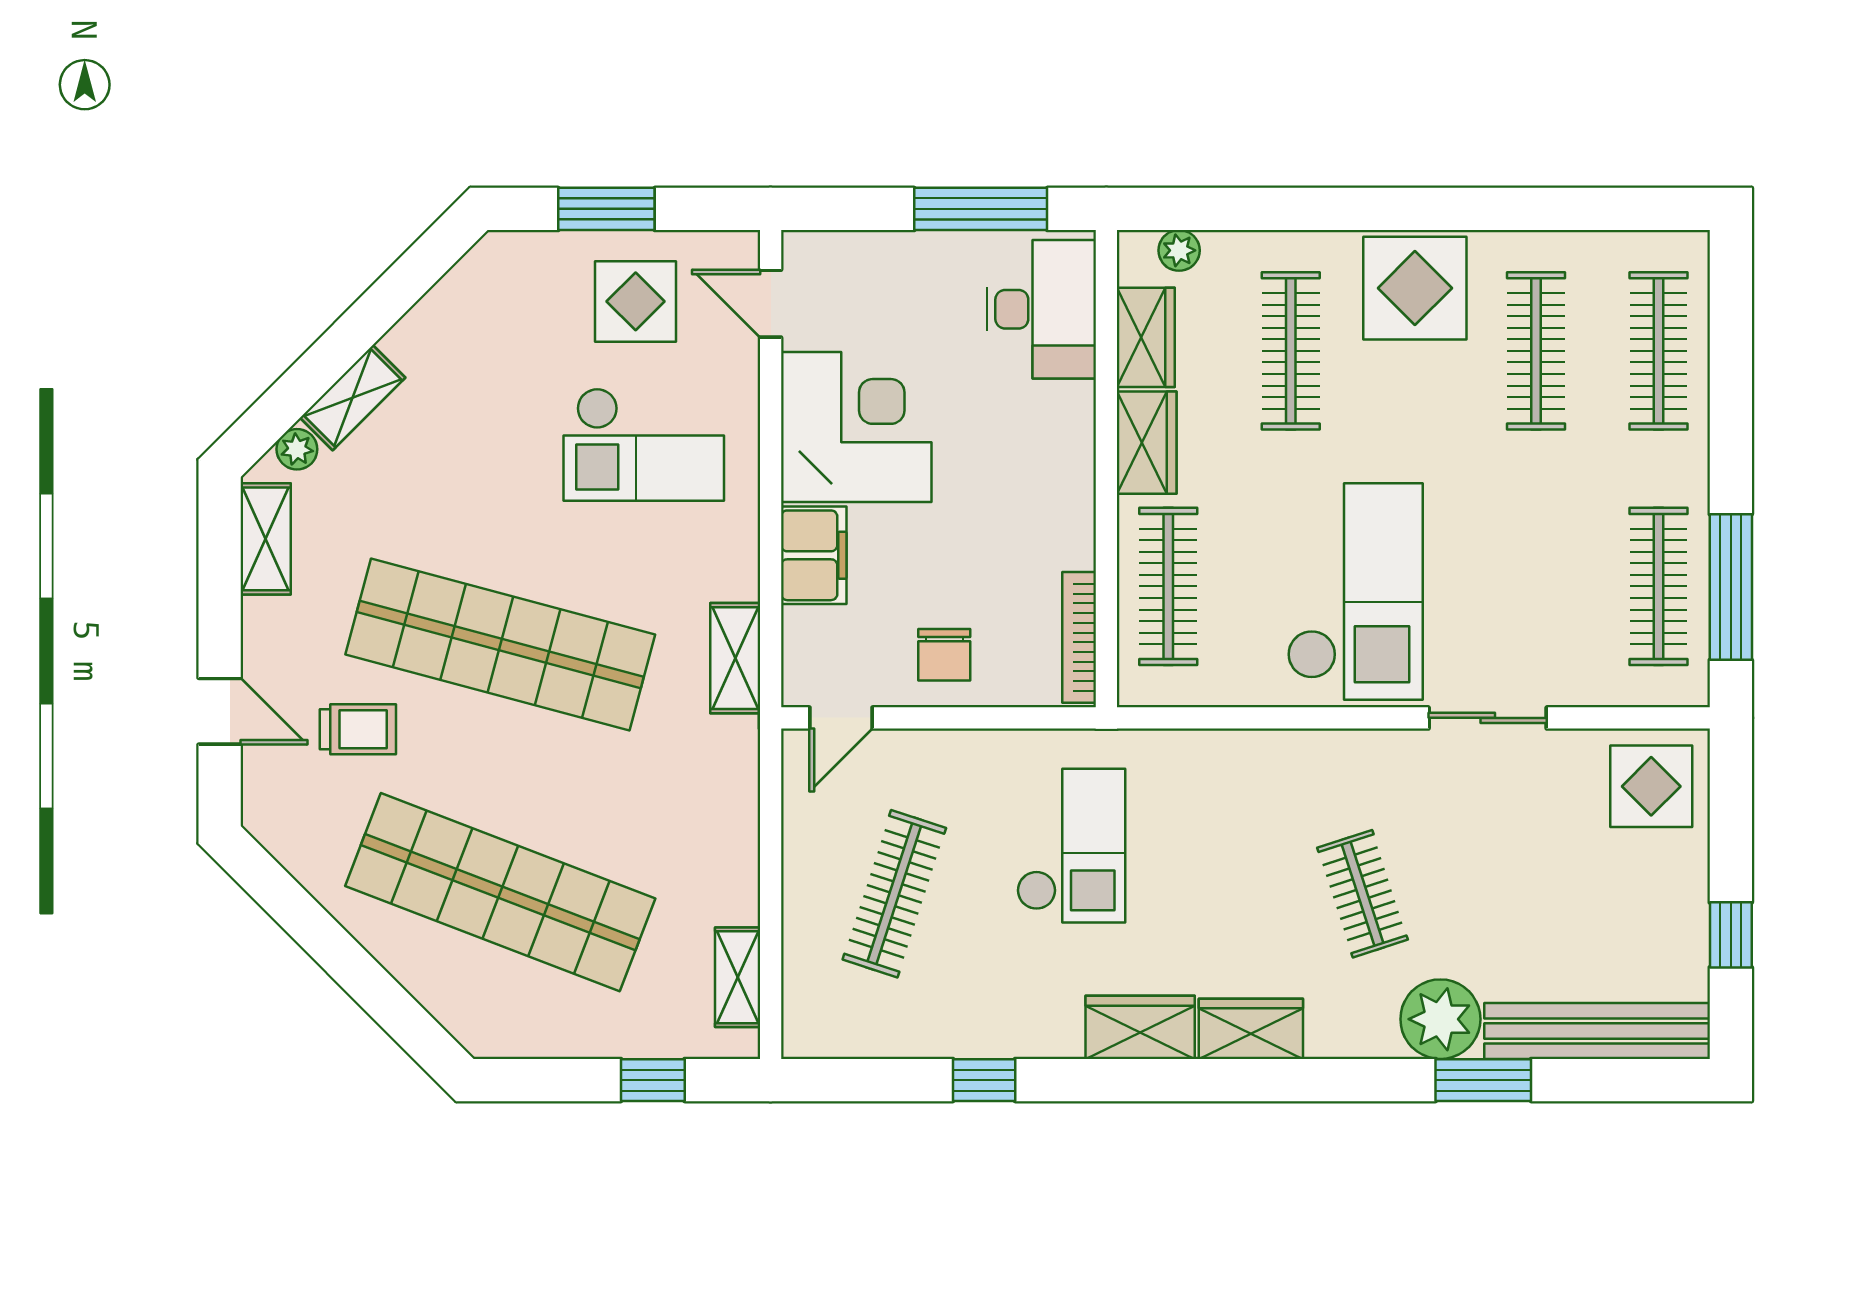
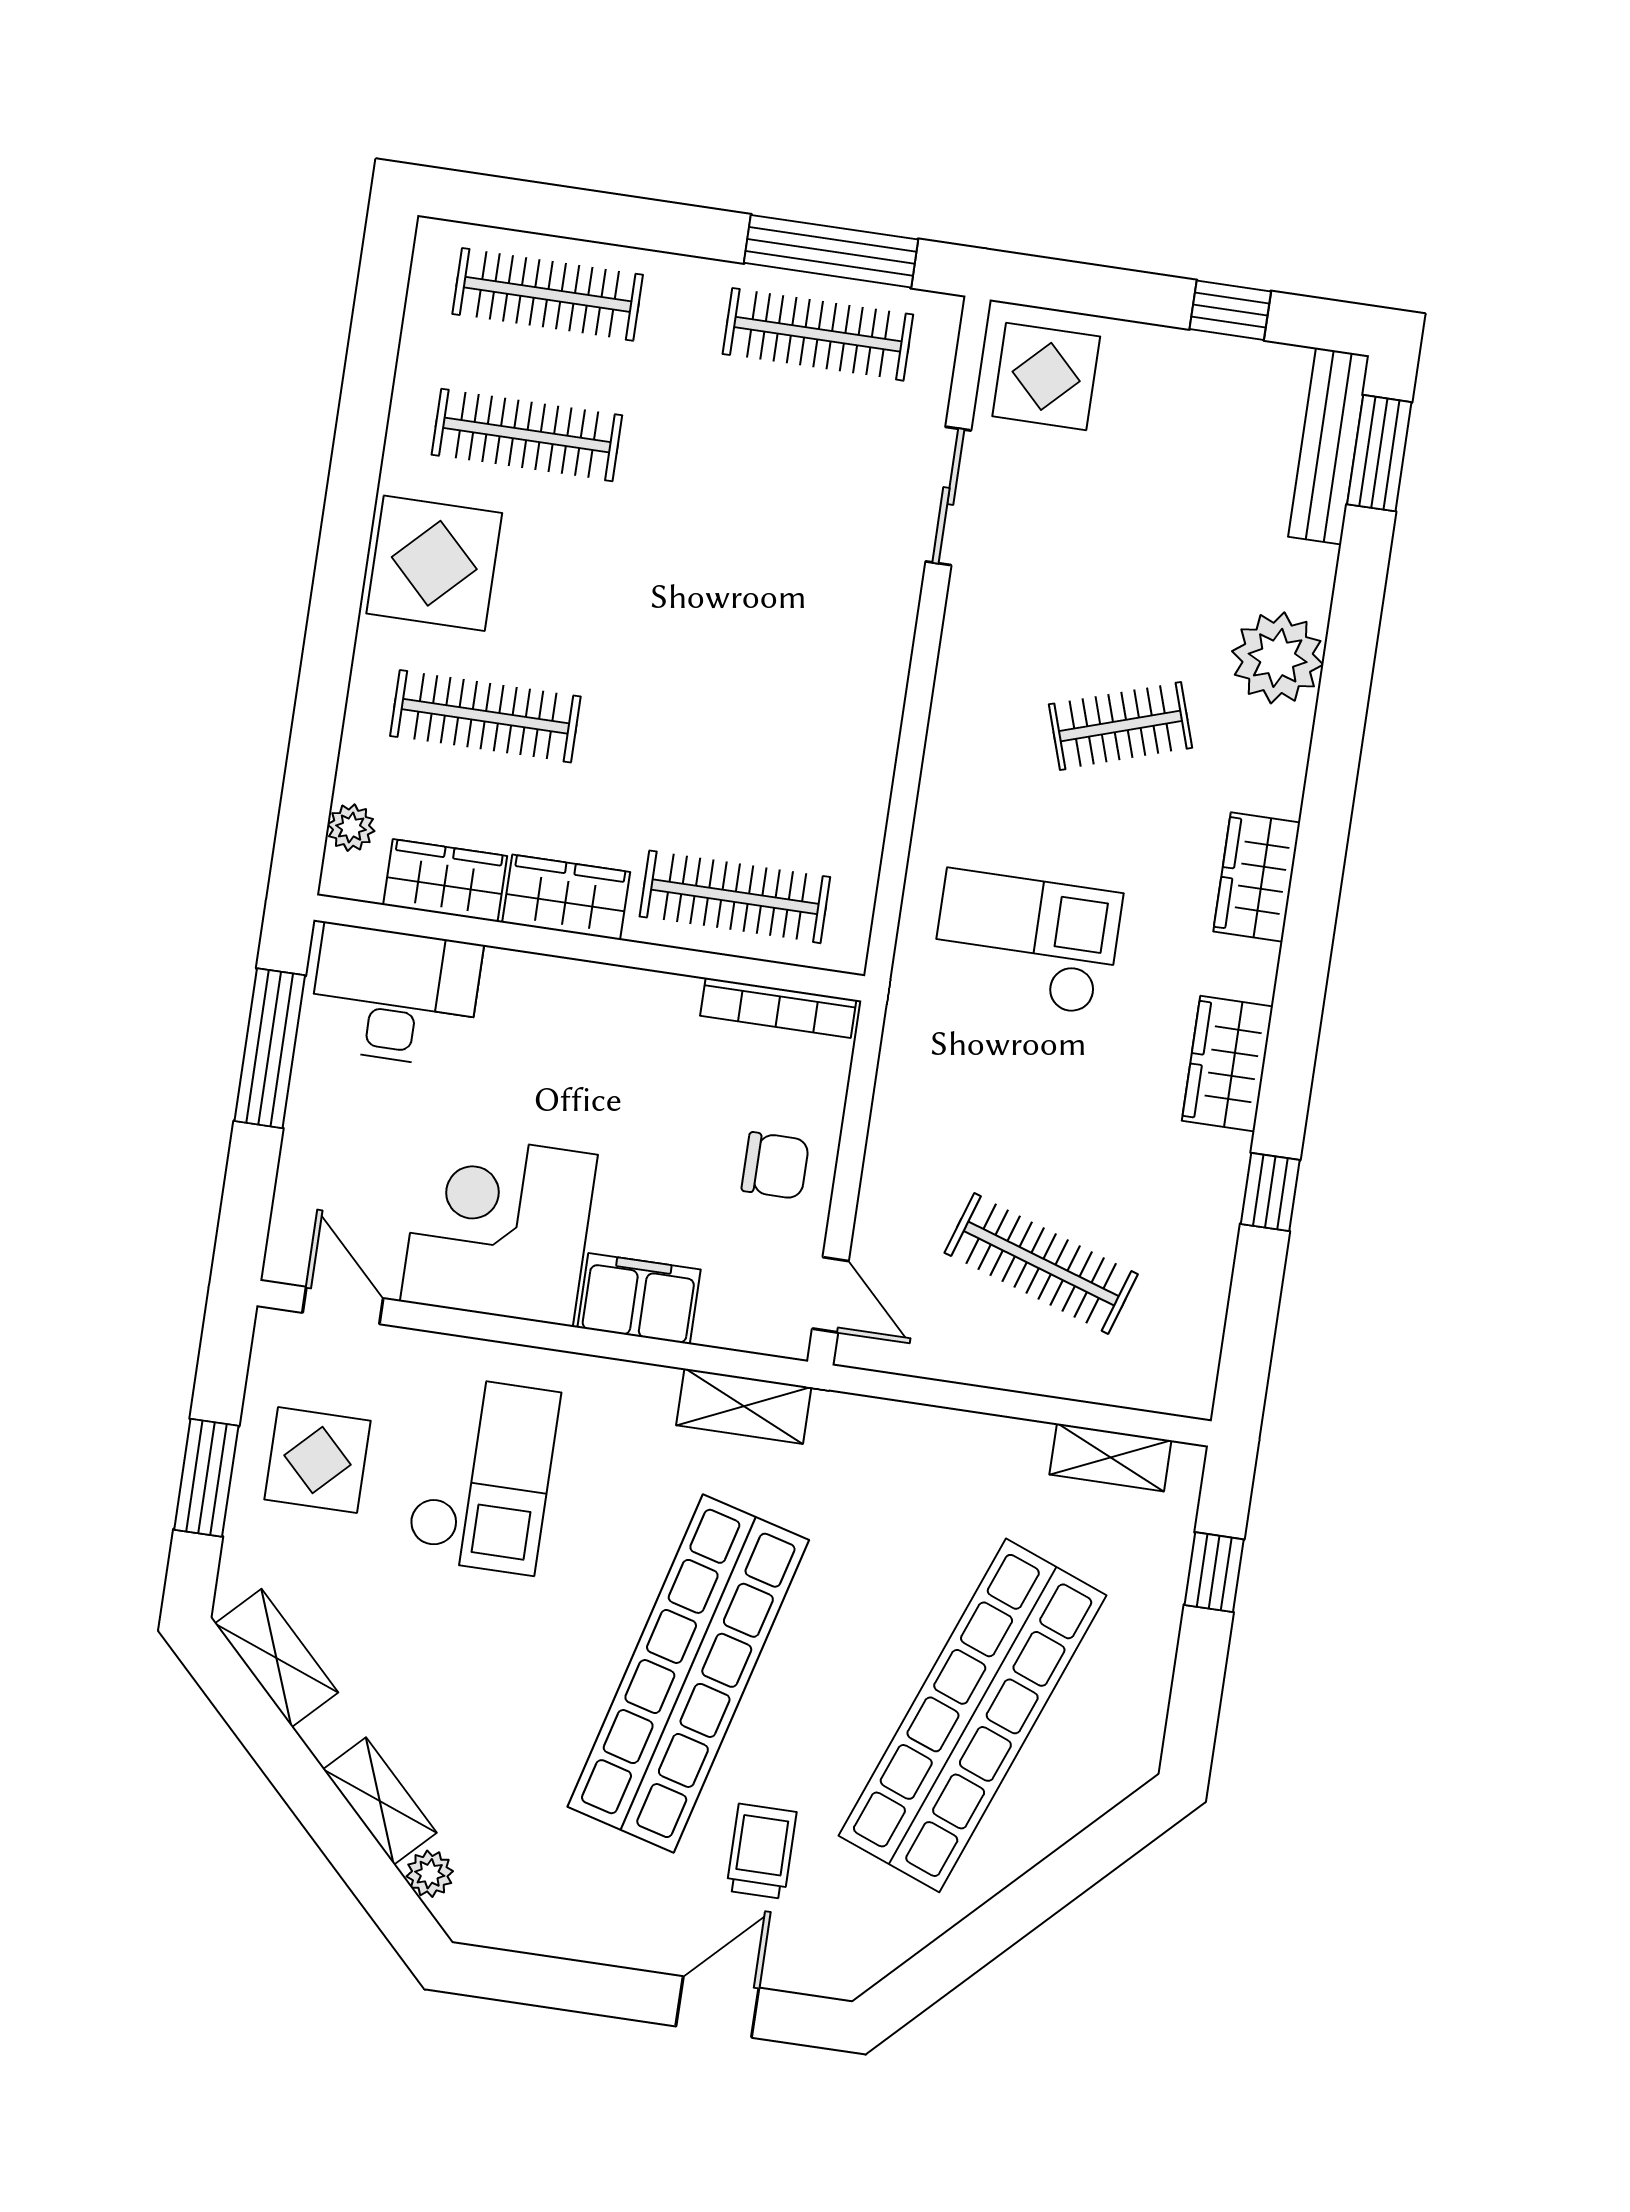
door: (771, 304) -> (343, 1305), swing flipped
shelving: (266, 539) -> (276, 1658), moved, turned 45
checkout: (1355, 591) -> (772, 683), removed
sliding door: (1488, 718) -> (948, 496), moved
checkout: (1071, 846) -> (1026, 942), moved
wardrobe: (1140, 1027) -> (1227, 1064), moved
bench: (1597, 1031) -> (1329, 446), width x0.73, depth x0.82
window: (1483, 1080) -> (1379, 453), moved

